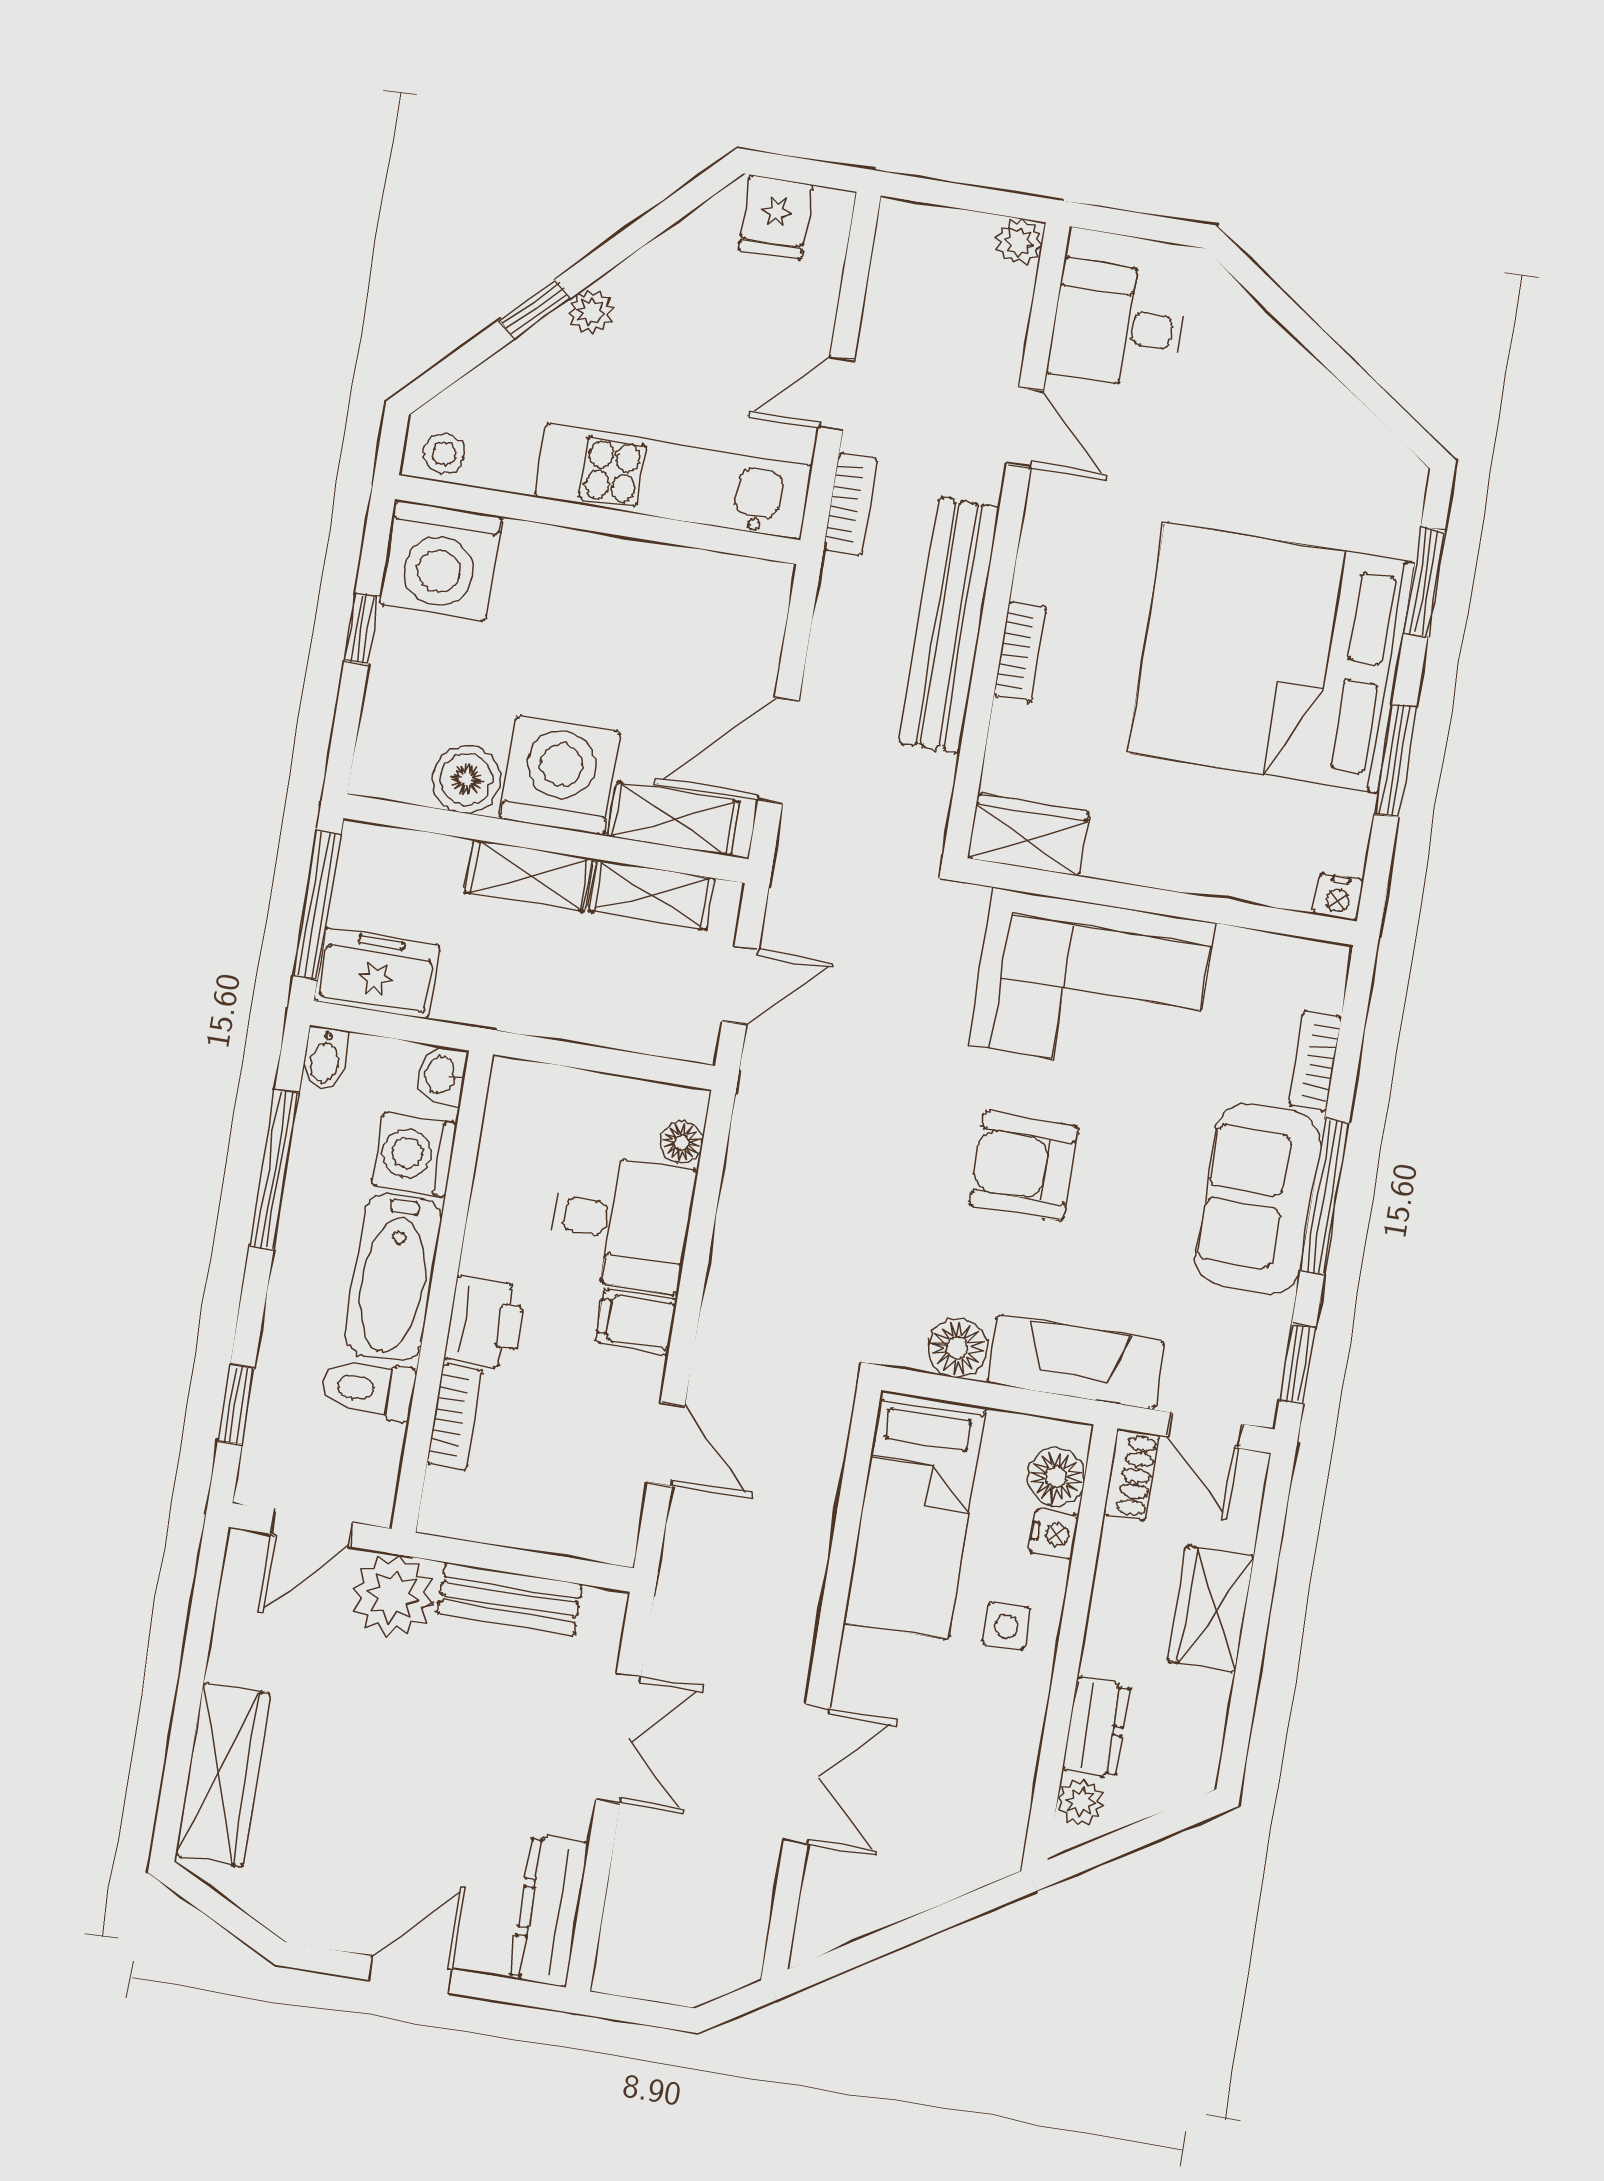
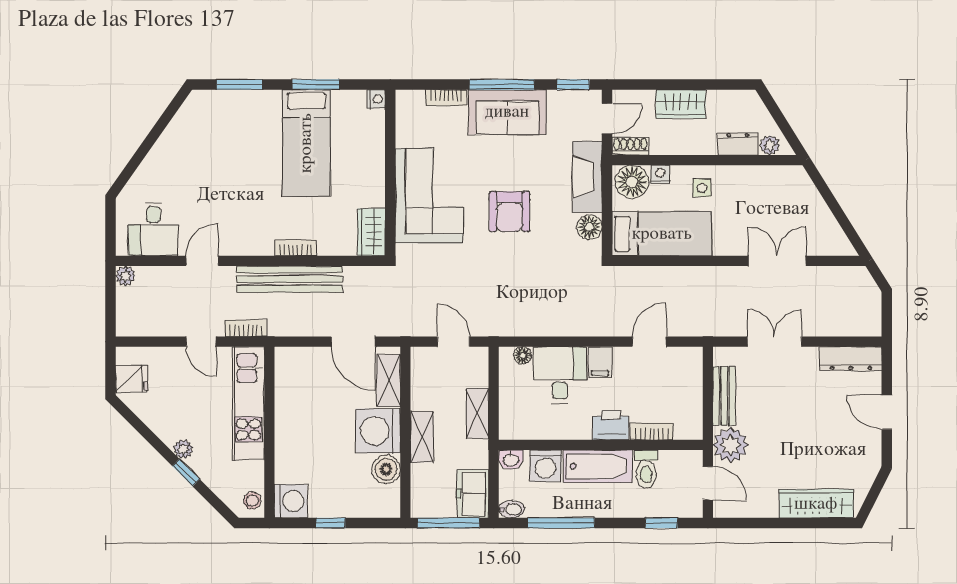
washing machine: (441, 560) -> (291, 501), width x0.73, depth x0.73
bed: (1271, 658) -> (306, 143), width x0.49
shelving: (651, 895) -> (477, 413), moved
floor lamp: (1056, 1477) -> (632, 182), width x1.38, depth x1.38

